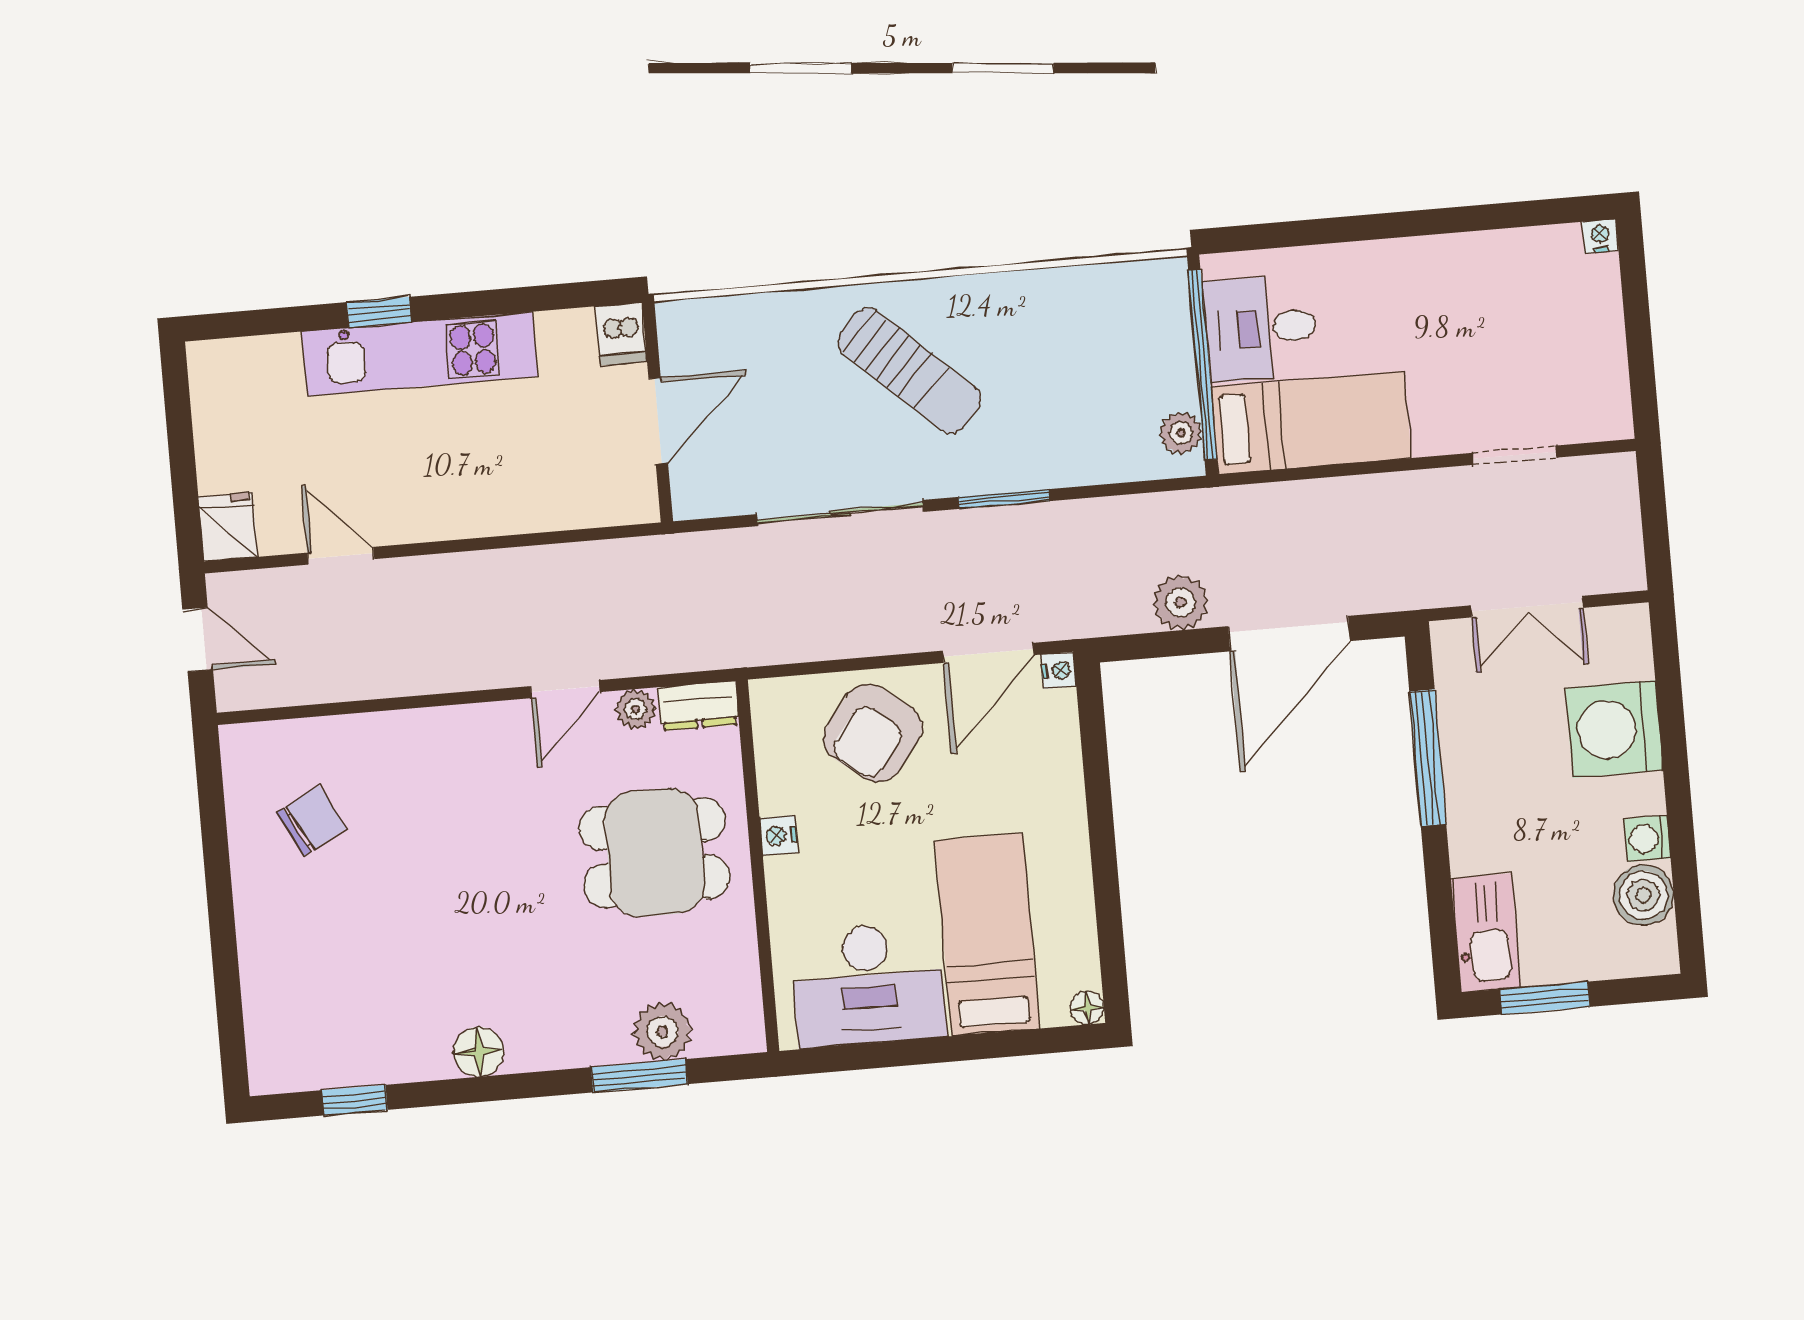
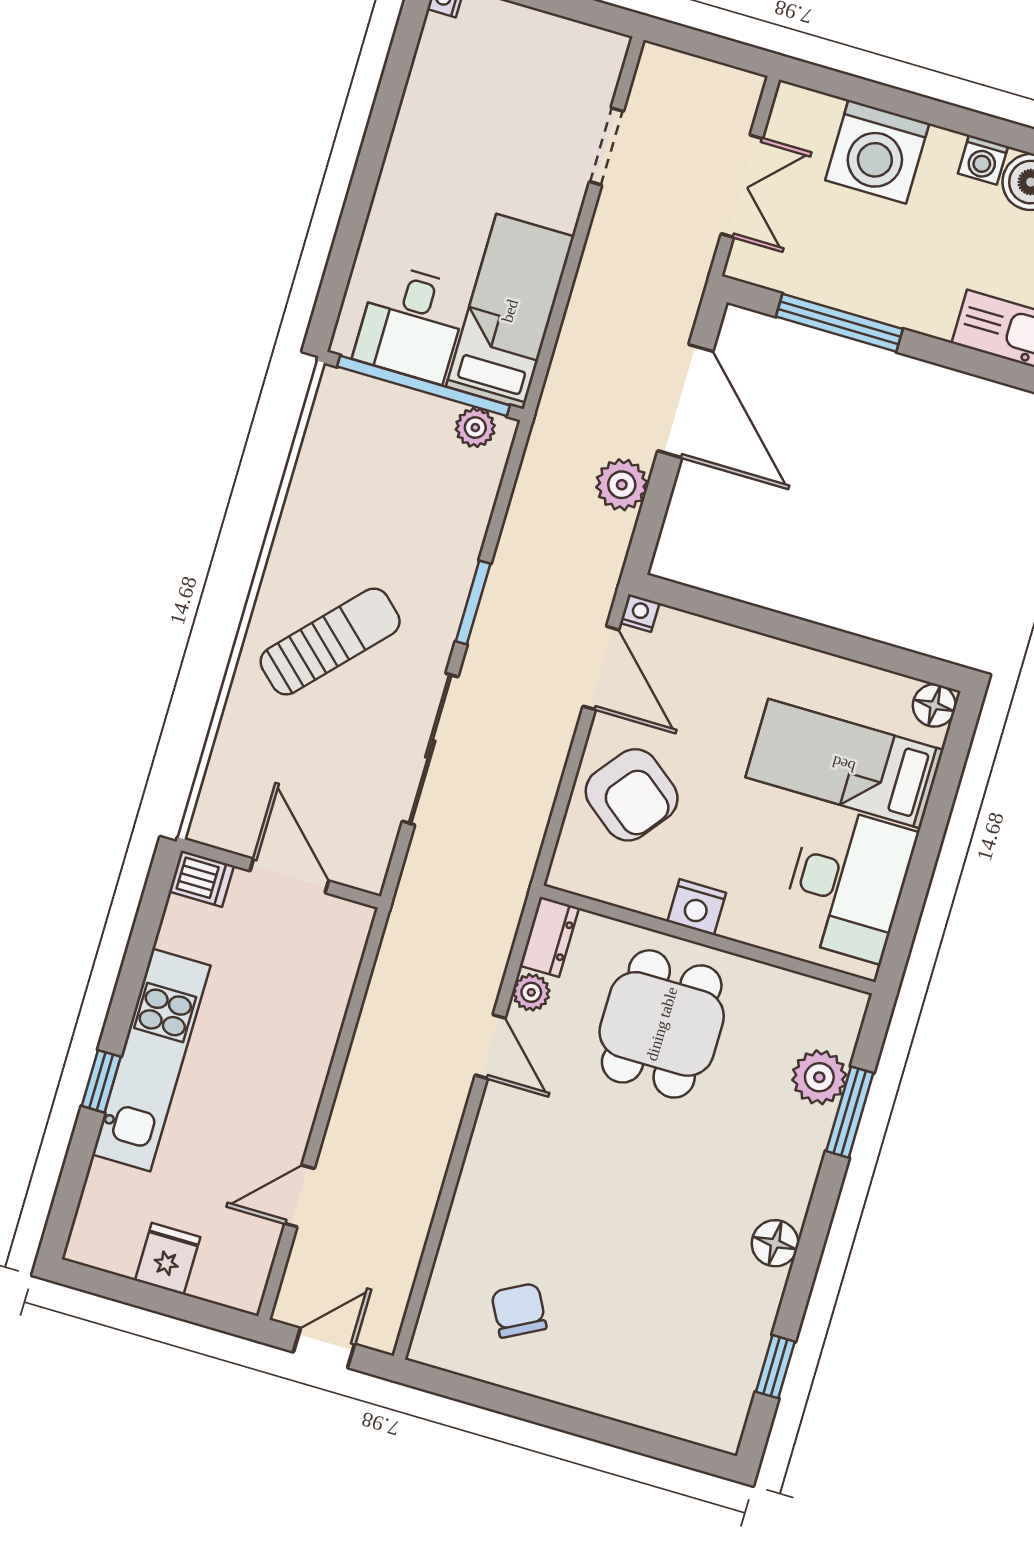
fridge: (228, 527) -> (168, 1259), moved, turned 90
nightstand: (779, 835) -> (697, 907), width x1.39, depth x1.35
floor lamp: (1087, 1008) -> (934, 705), width x1.37, depth x1.37

